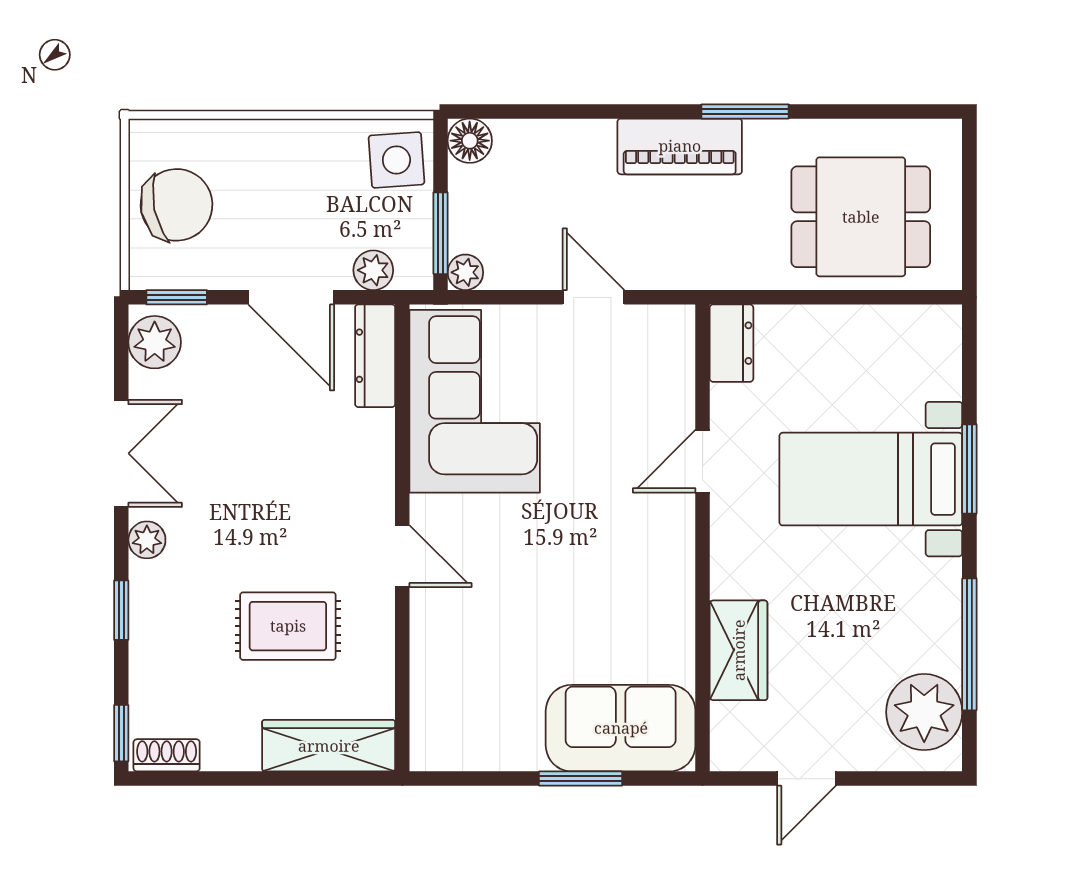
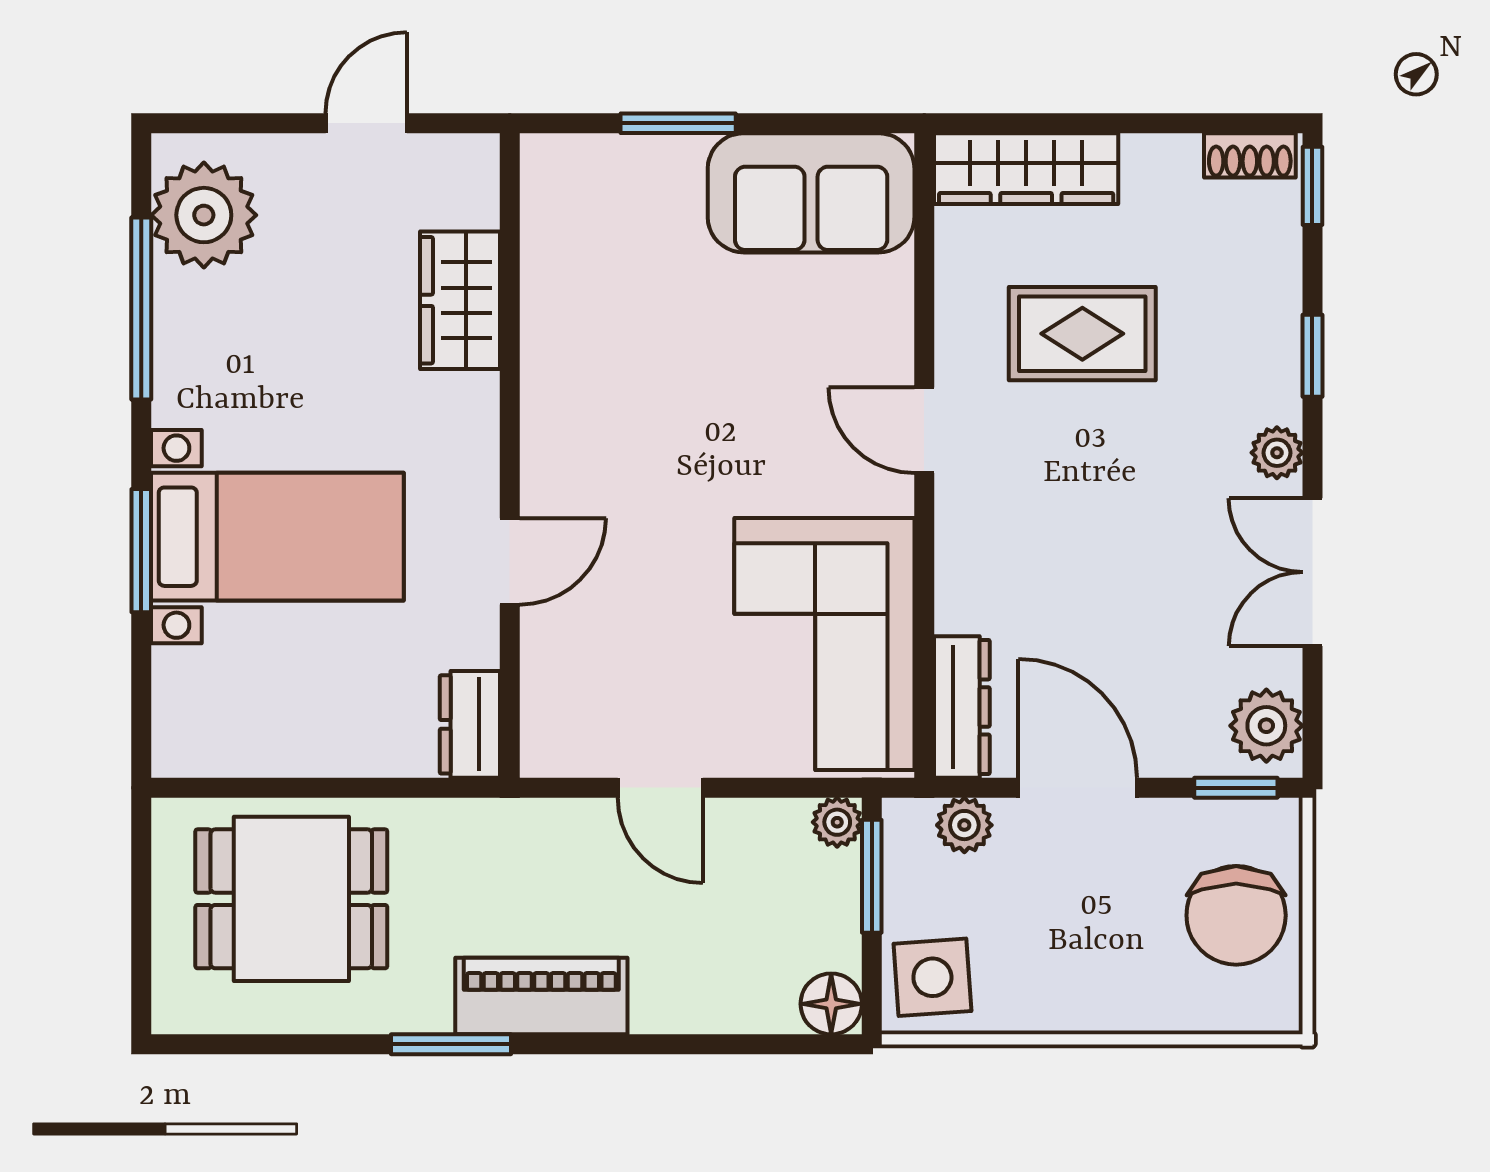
chair: (177, 205) -> (1236, 915), turned -78
sofa: (621, 728) -> (811, 193), moved

